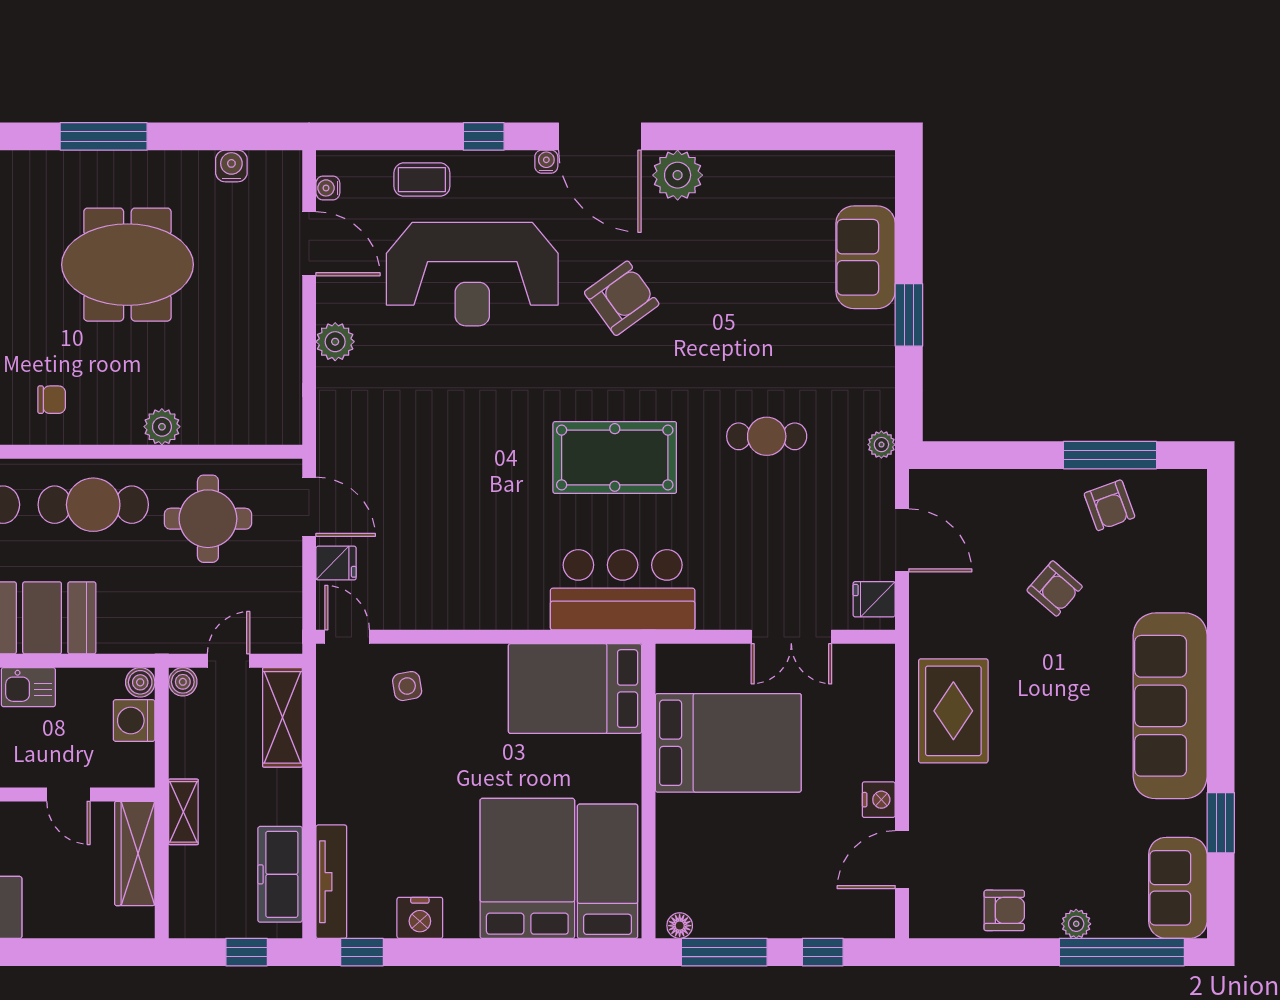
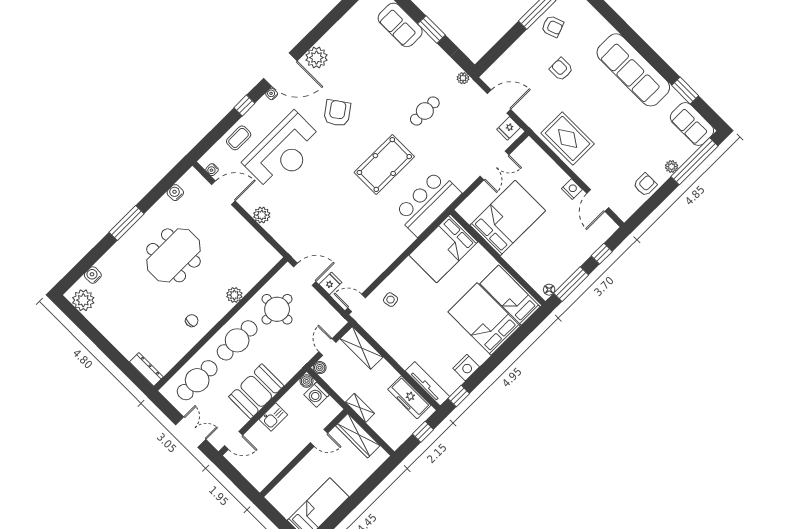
armchair: (1055, 588) -> (561, 69), turned -131

